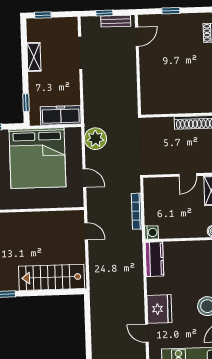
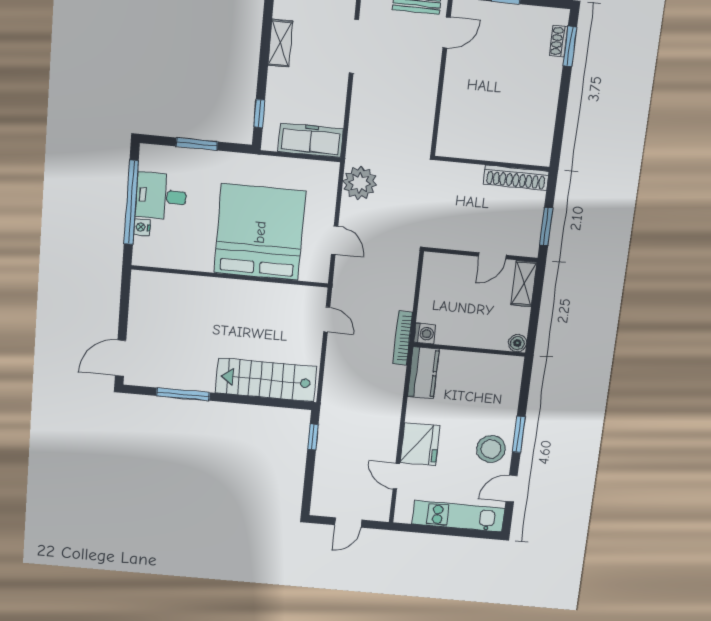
bed: (37, 158) -> (260, 232), moved, turned 180
bookcase: (137, 211) -> (403, 338), moved
window: (87, 313) -> (313, 437), added

